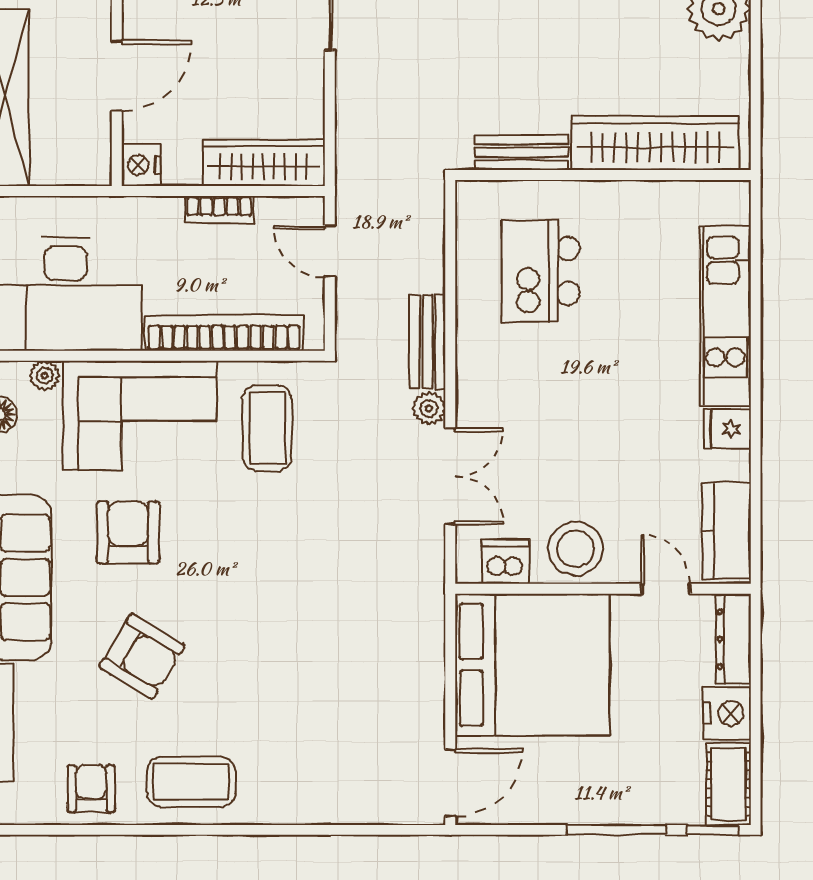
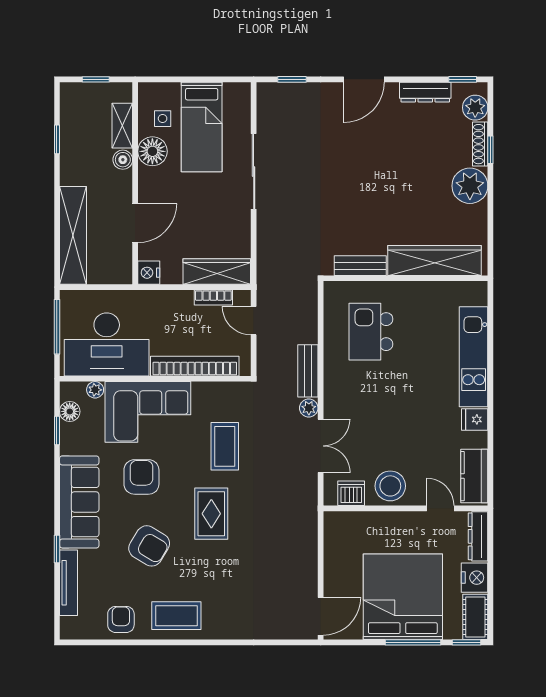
bookcase: (219, 210) -> (213, 297), moved
coffee table: (267, 428) -> (225, 446), moved
rug: (254, 598) -> (211, 514), added
bed: (532, 665) -> (403, 597), moved, turned -90

